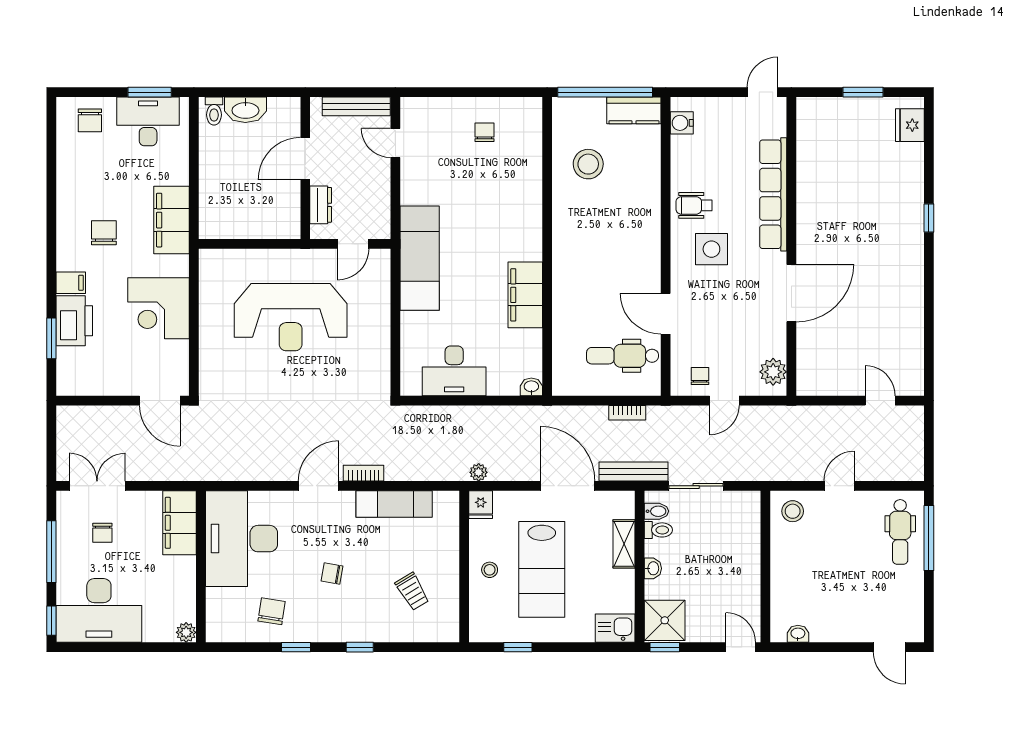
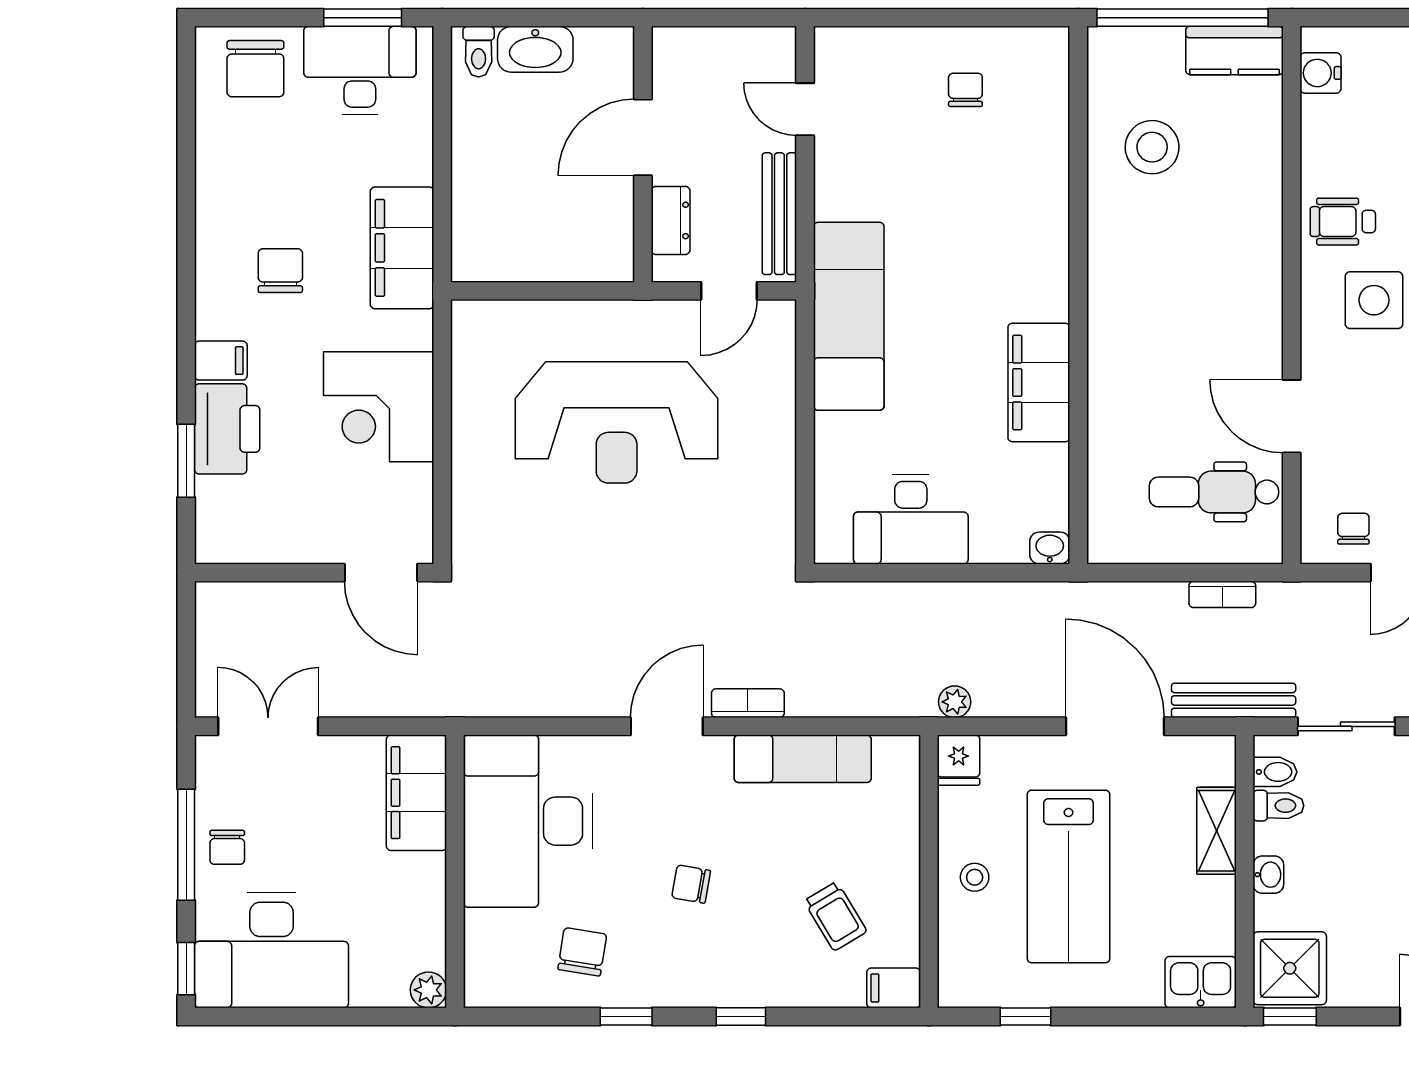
bench: (356, 106) -> (779, 214), moved, turned 90
chair: (90, 120) -> (255, 69), width x1.37, depth x1.37
chair: (102, 533) -> (227, 847), moved
filing cabinet: (445, 631) -> (894, 988), added

